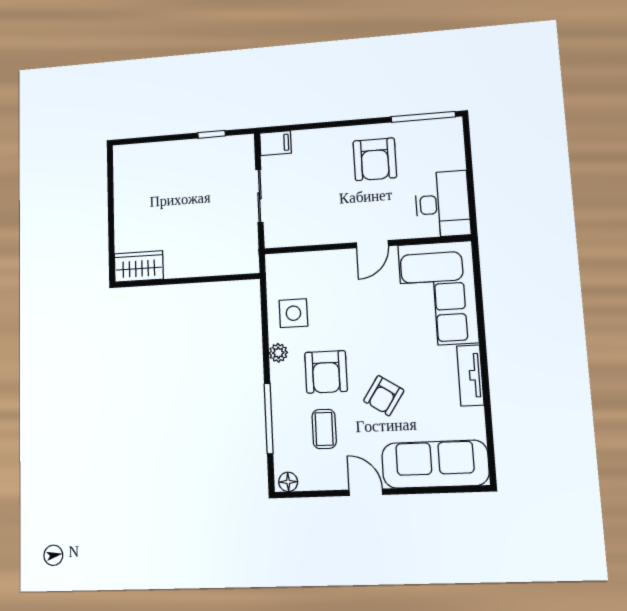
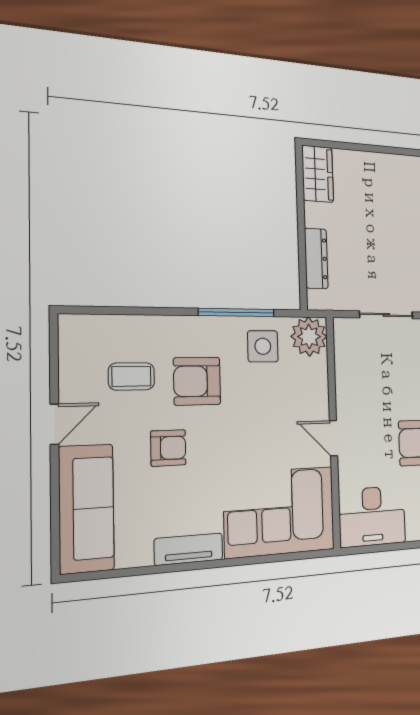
dresser: (213, 266) -> (316, 259), added
plant: (278, 353) -> (309, 337), moved, width x1.87, depth x1.87
armchair: (384, 396) -> (168, 448), turned 147
window: (269, 418) -> (237, 312), moved
floor lamp: (288, 482) -> (69, 330), removed

